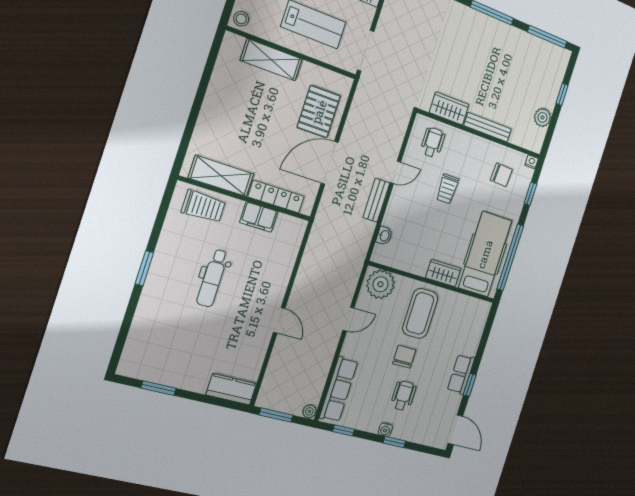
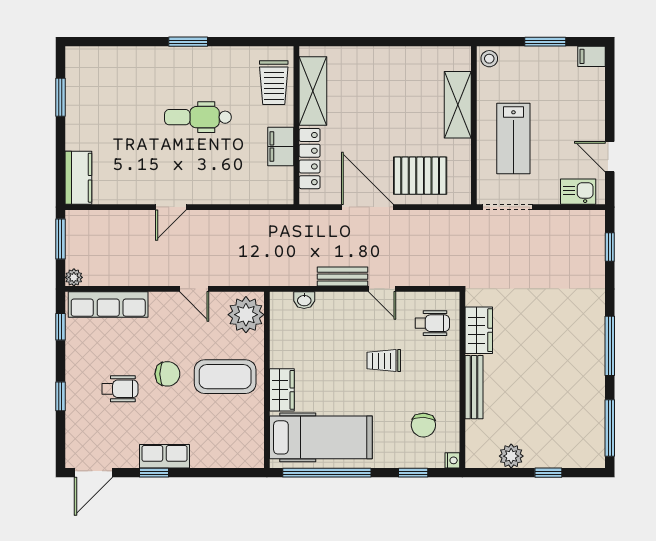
water cooler: (385, 430) -> (73, 380), removed

